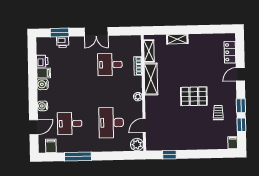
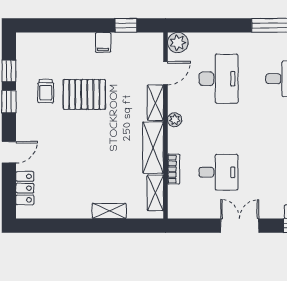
pallet: (194, 96) -> (84, 94), moved
shelving: (150, 107) -> (155, 103), added
filing cabinet: (233, 143) -> (103, 42), moved

